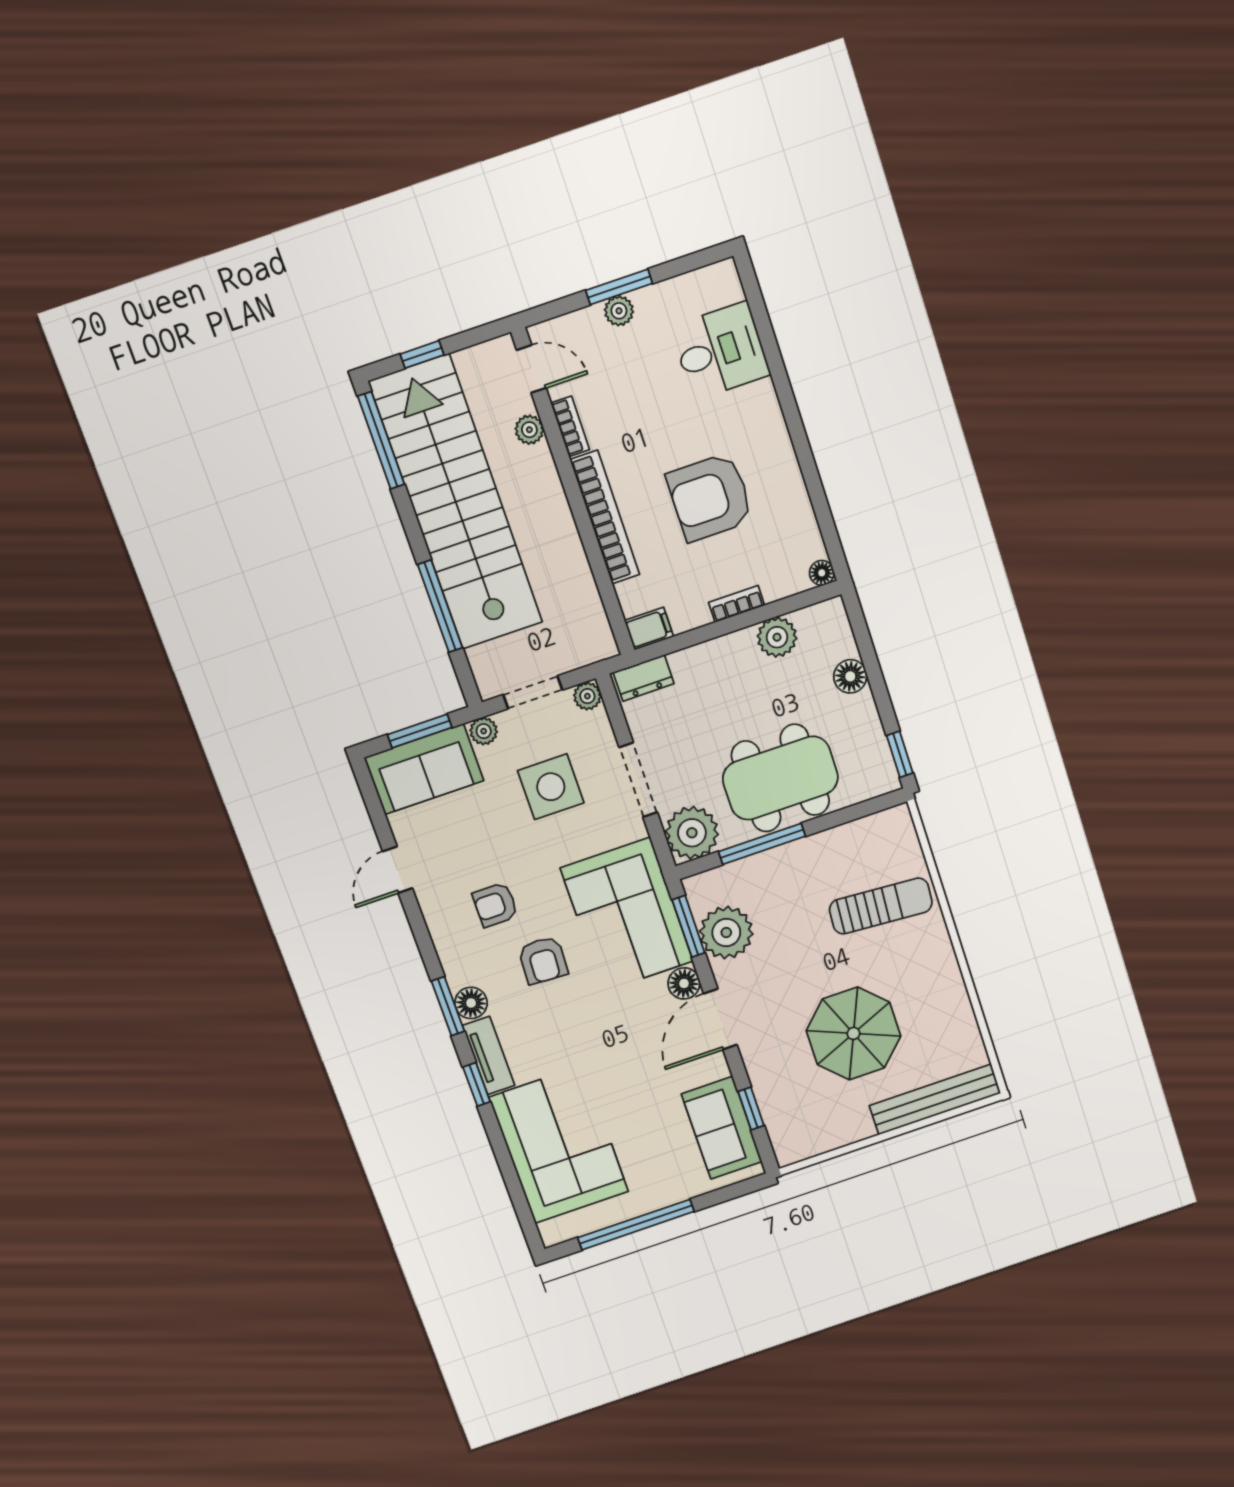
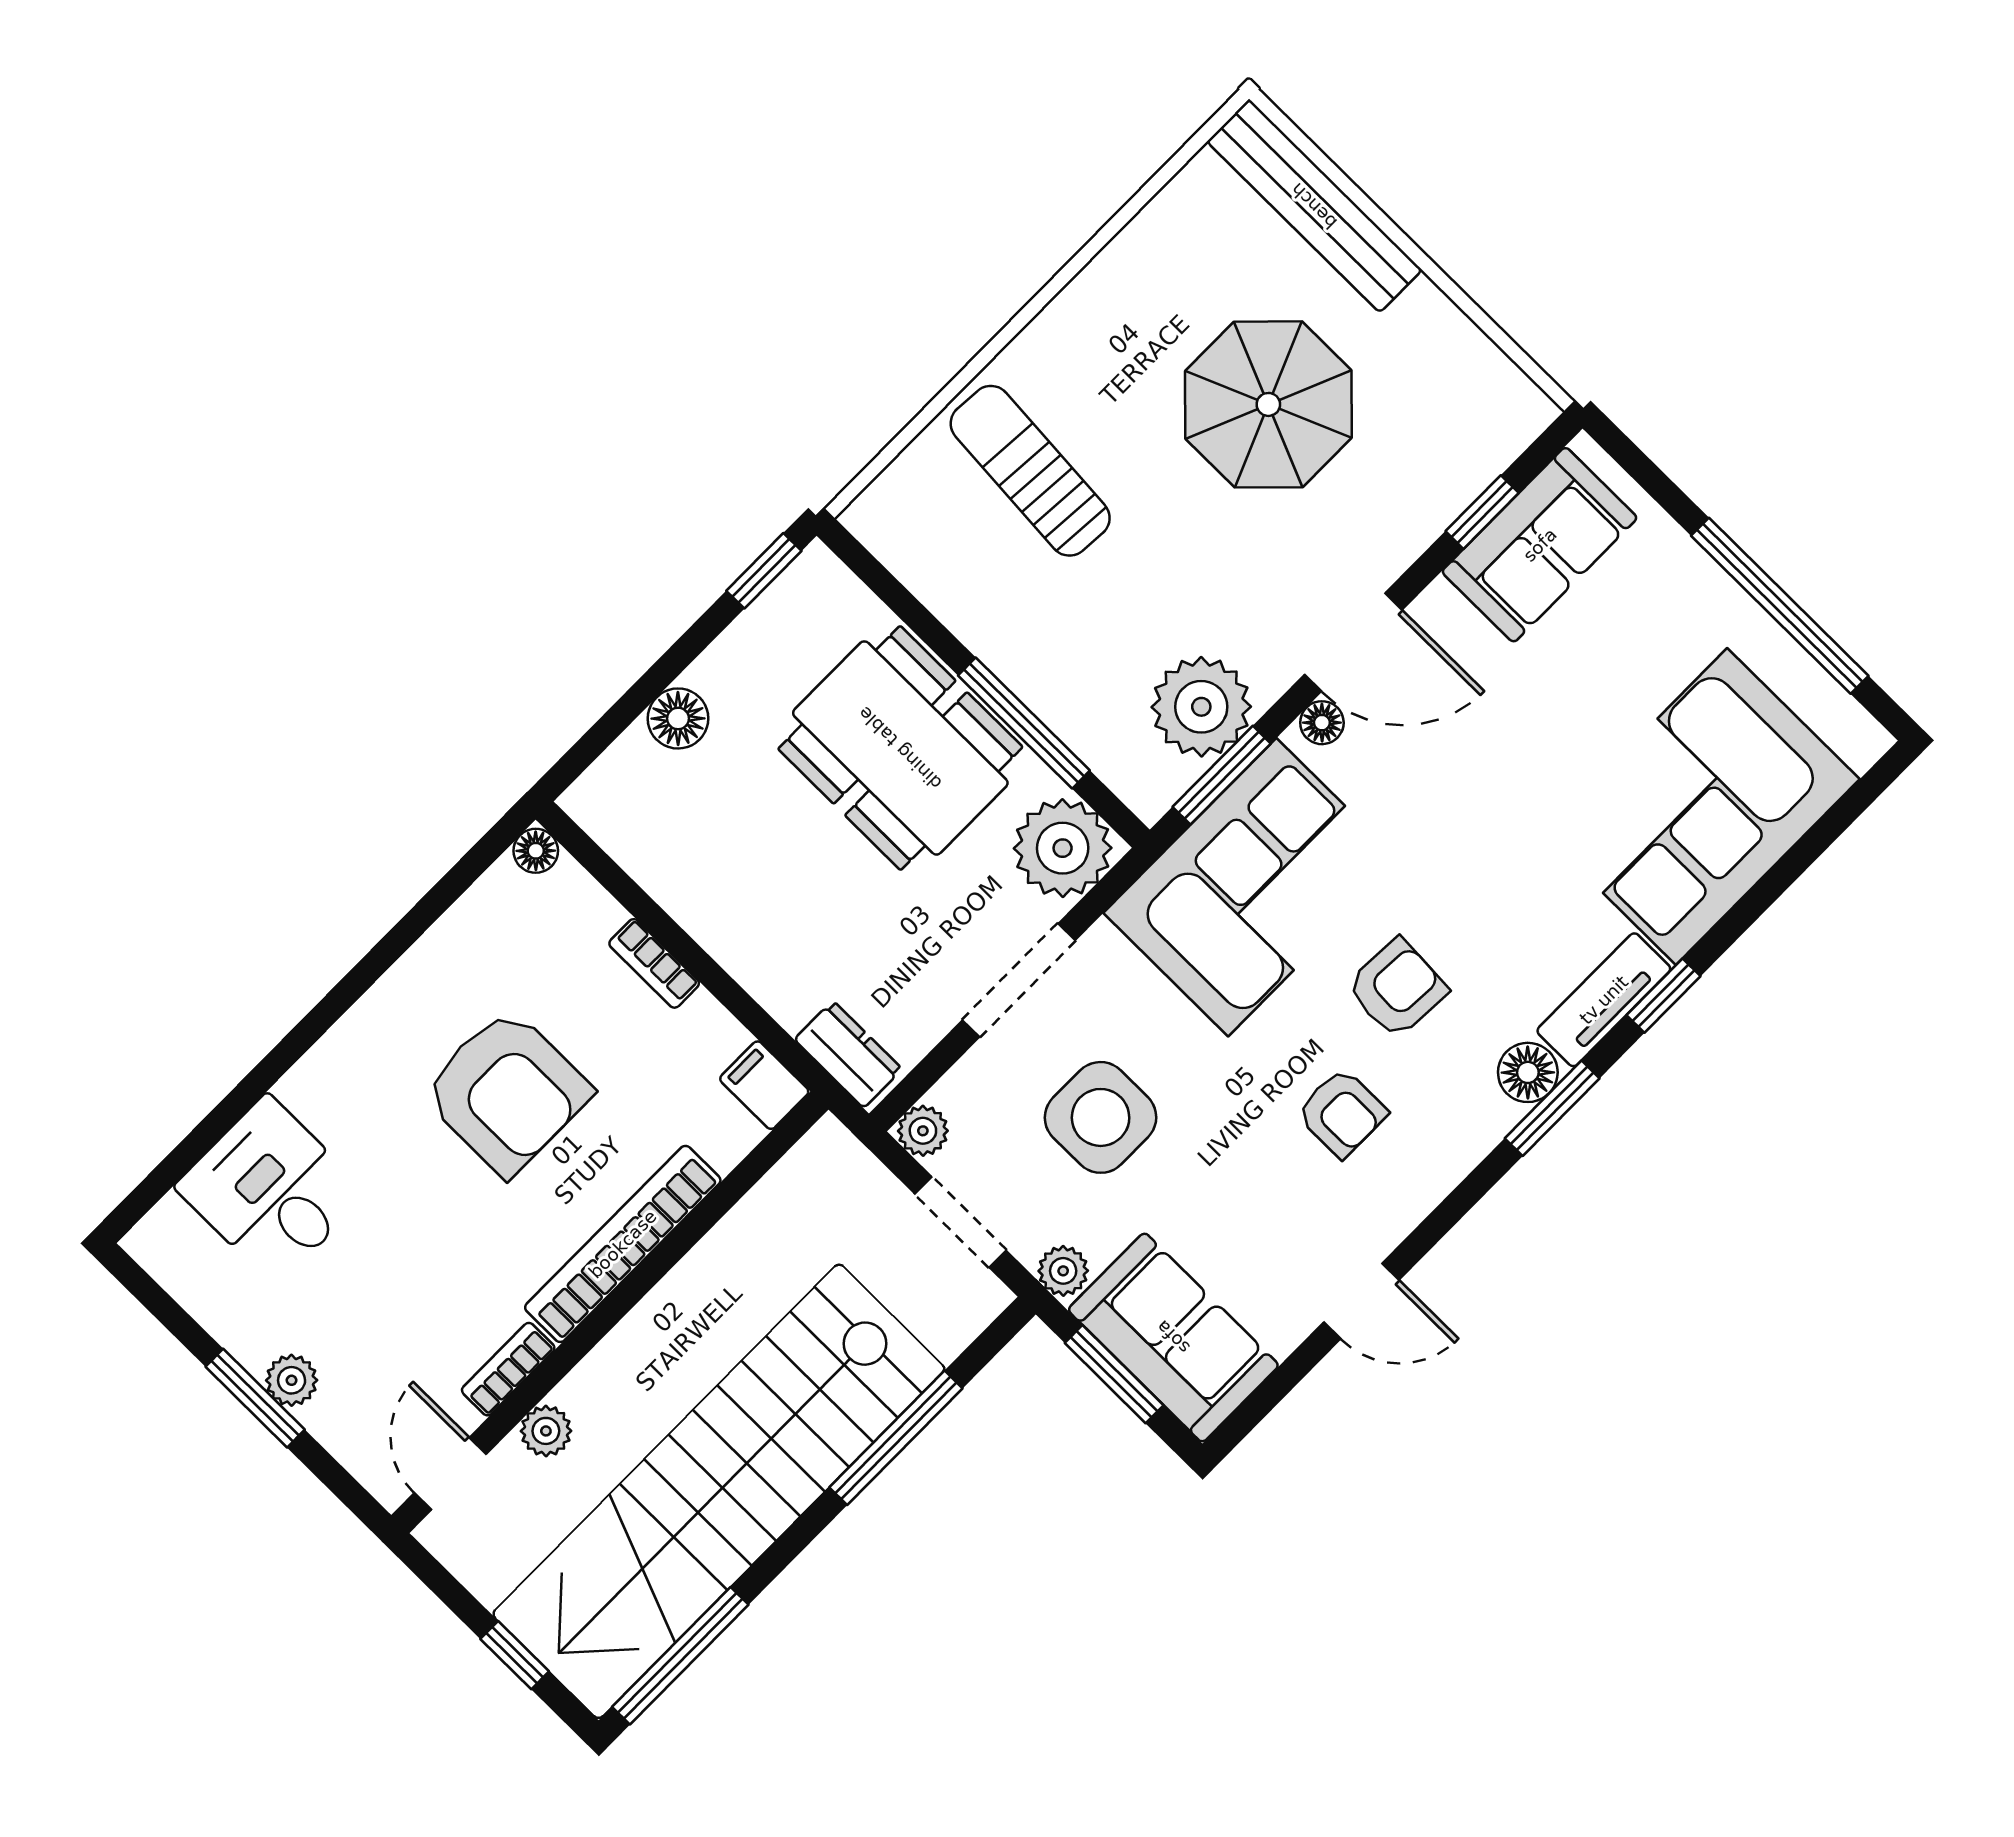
plant: (777, 637) -> (675, 871), removed
floor lamp: (684, 983) -> (1322, 723), width x0.73, depth x0.73

